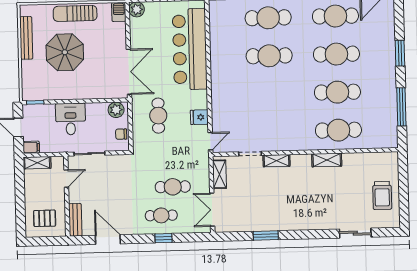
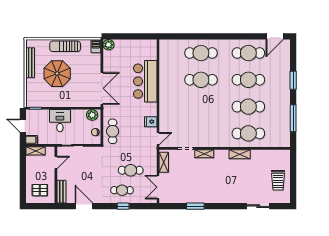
bar counter: (190, 49) -> (145, 81), width x0.73
cafe table: (158, 116) -> (113, 131), moved

